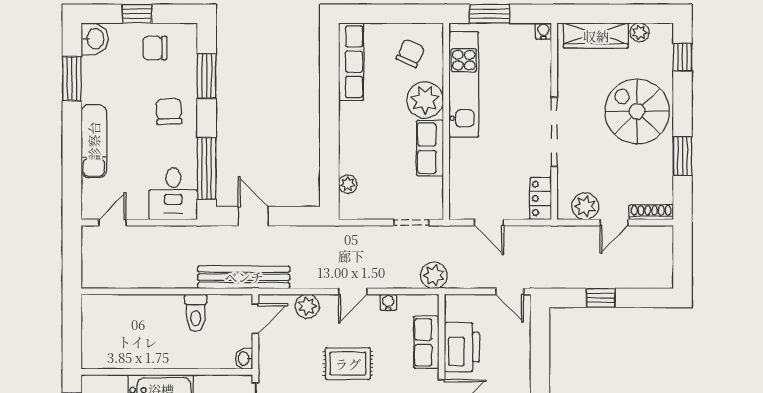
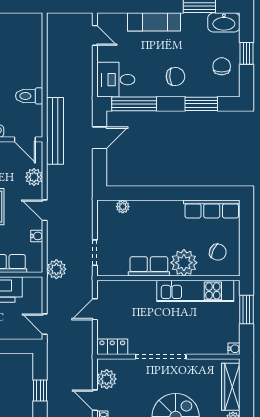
washbasin: (95, 39) -> (224, 22), width x1.38
door: (510, 291) -> (45, 324), hinge flipped

